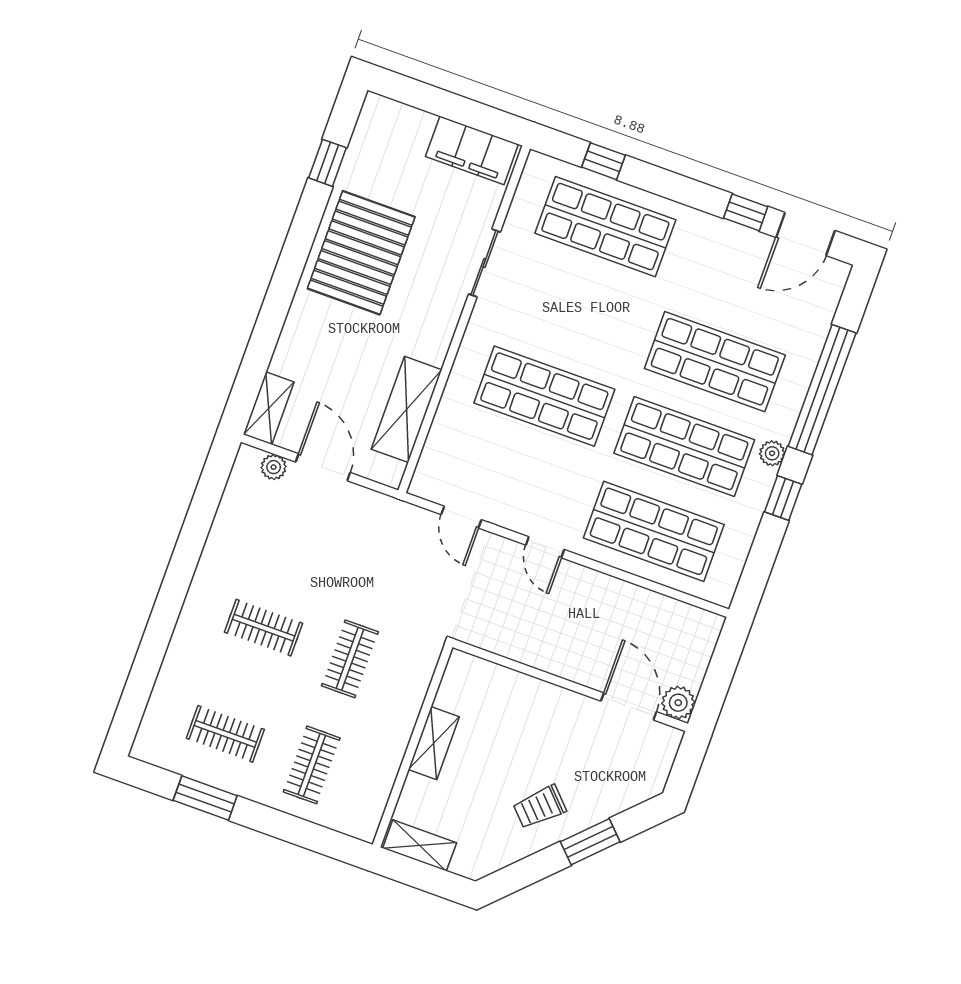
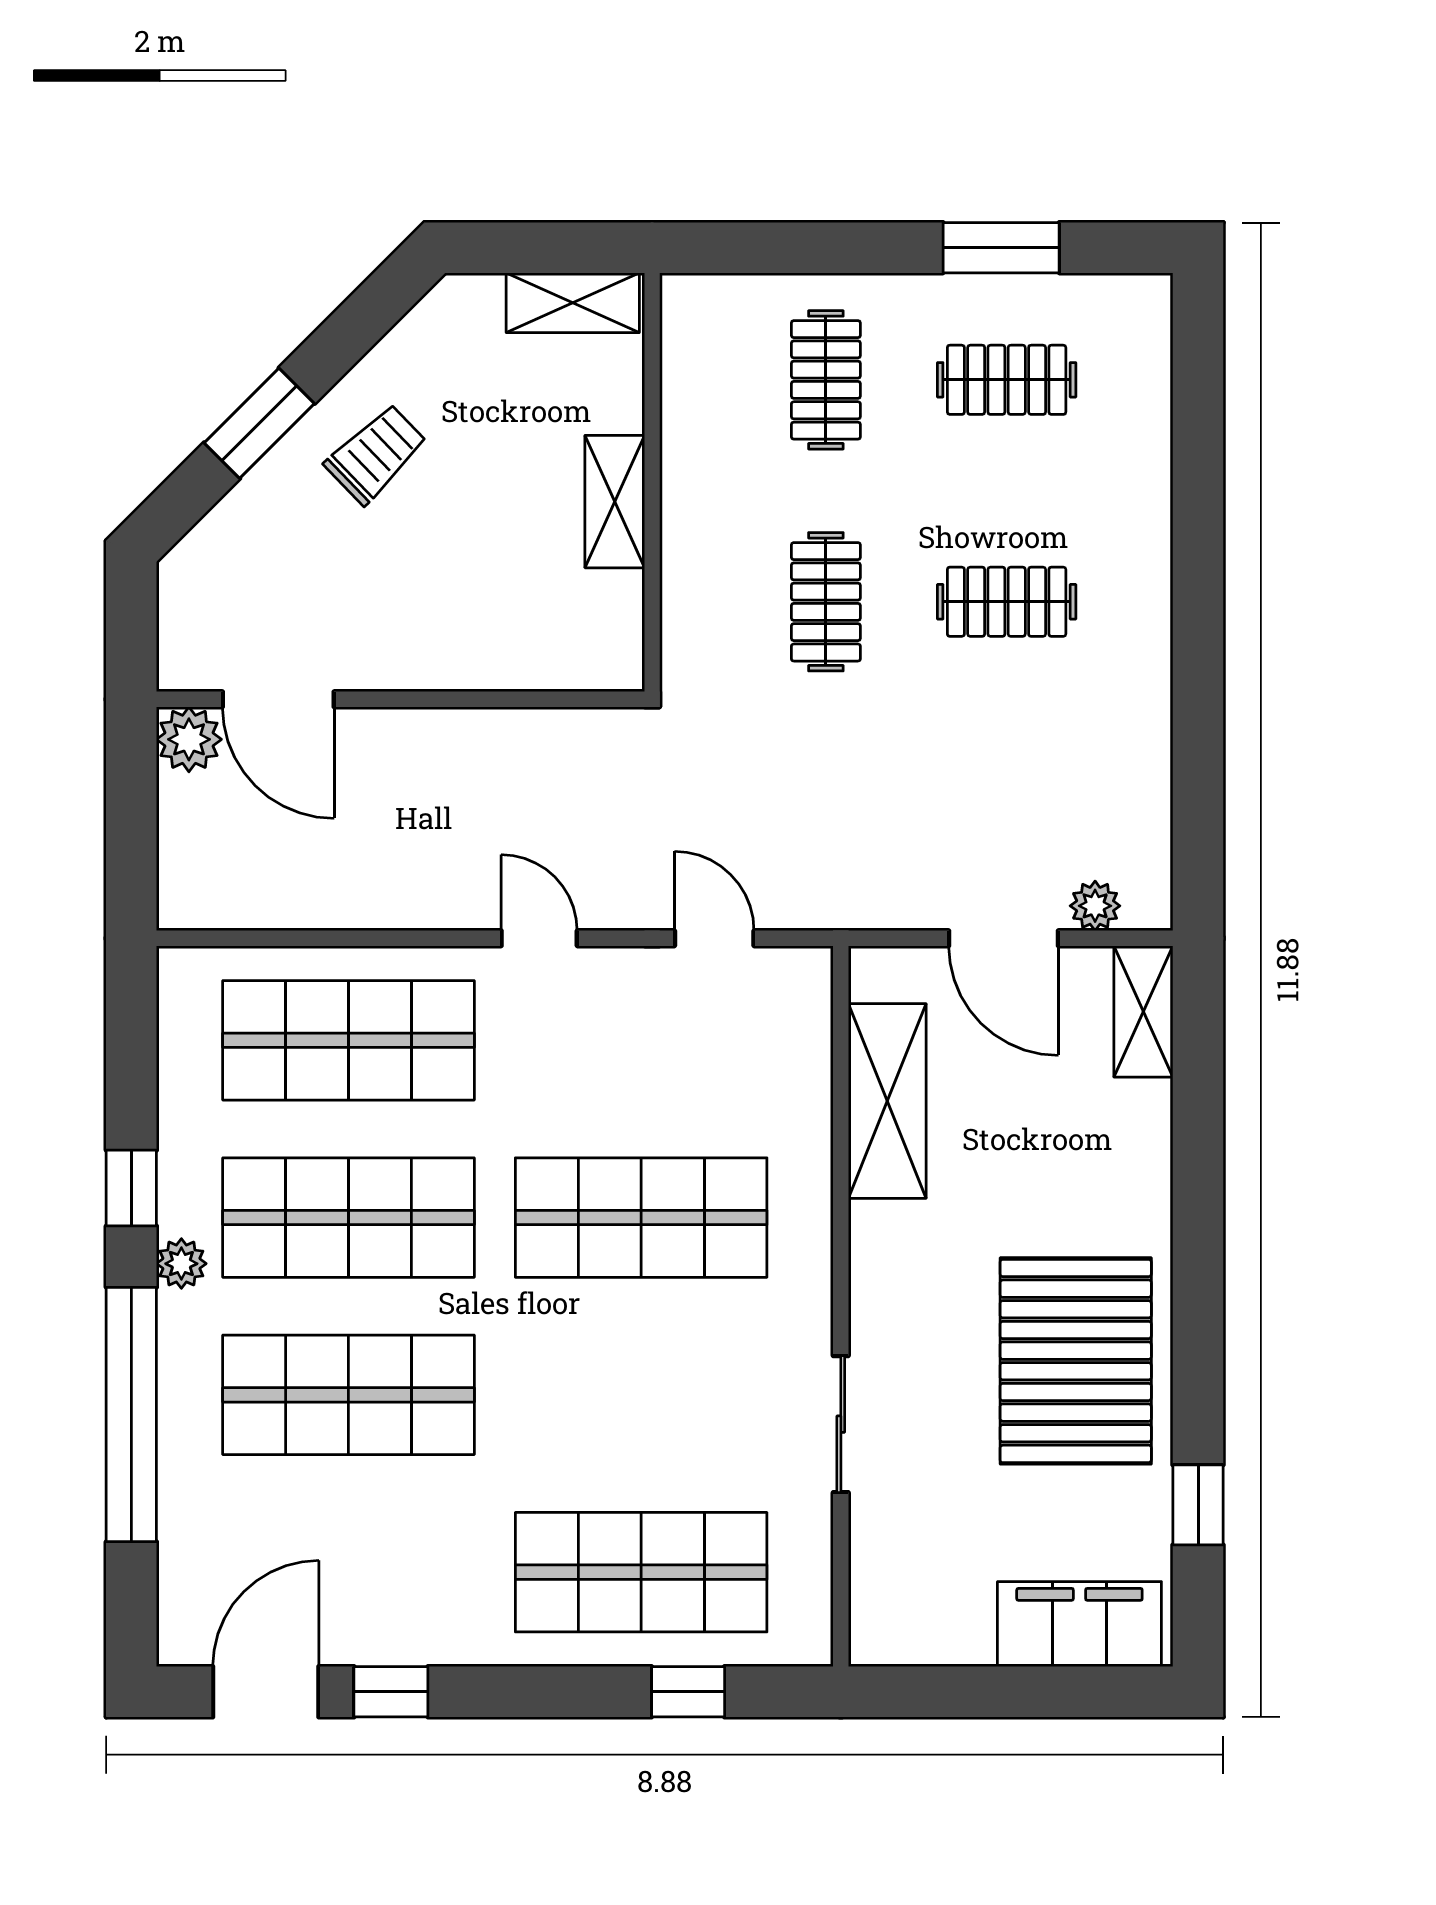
filing cabinet: (472, 150) -> (1079, 1624), moved

